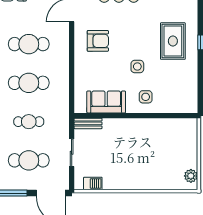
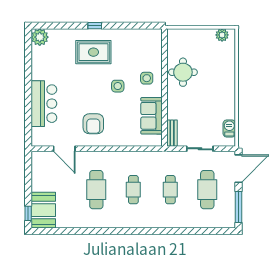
armchair: (98, 41) -> (93, 124), turned 180
cafe table: (29, 83) -> (133, 190), width x0.73, depth x0.74
round table: (152, 135) -> (183, 72), added

